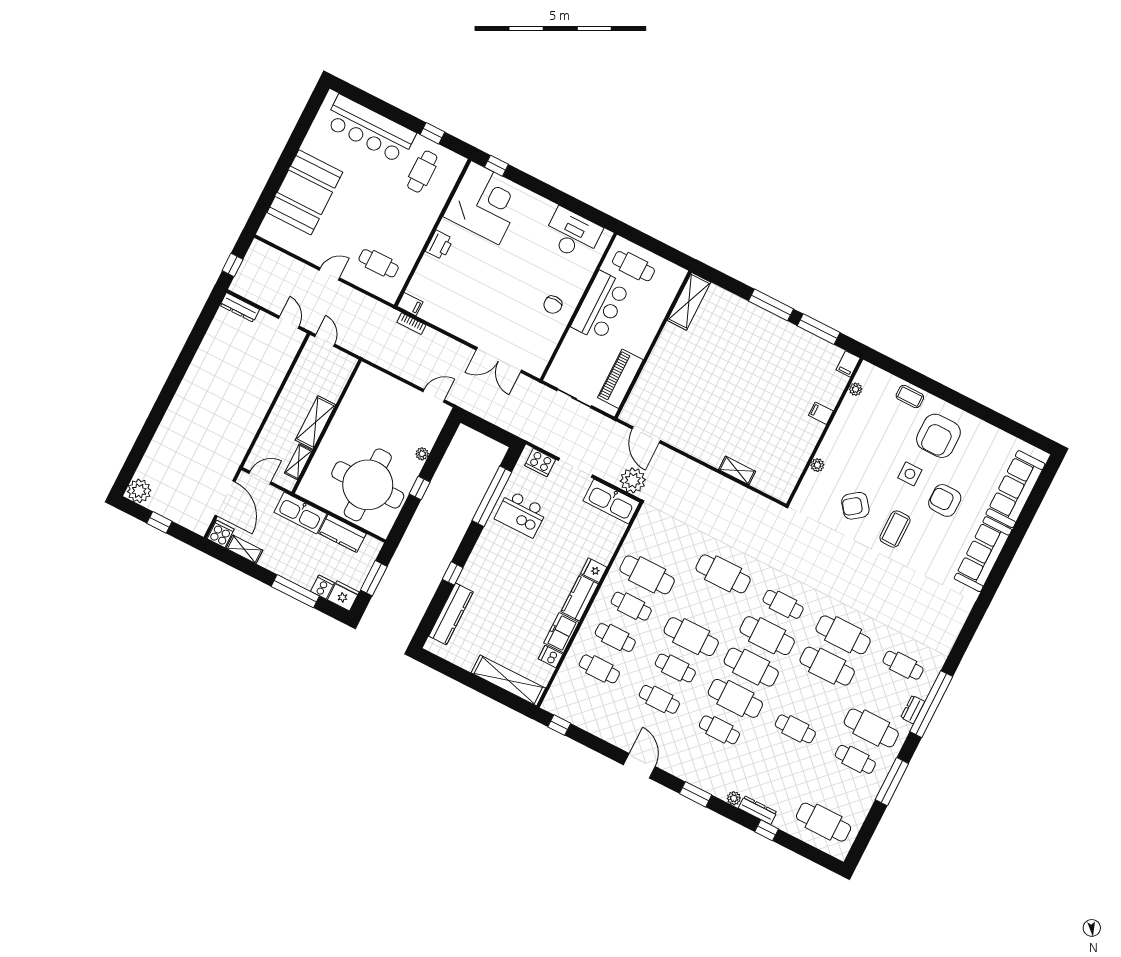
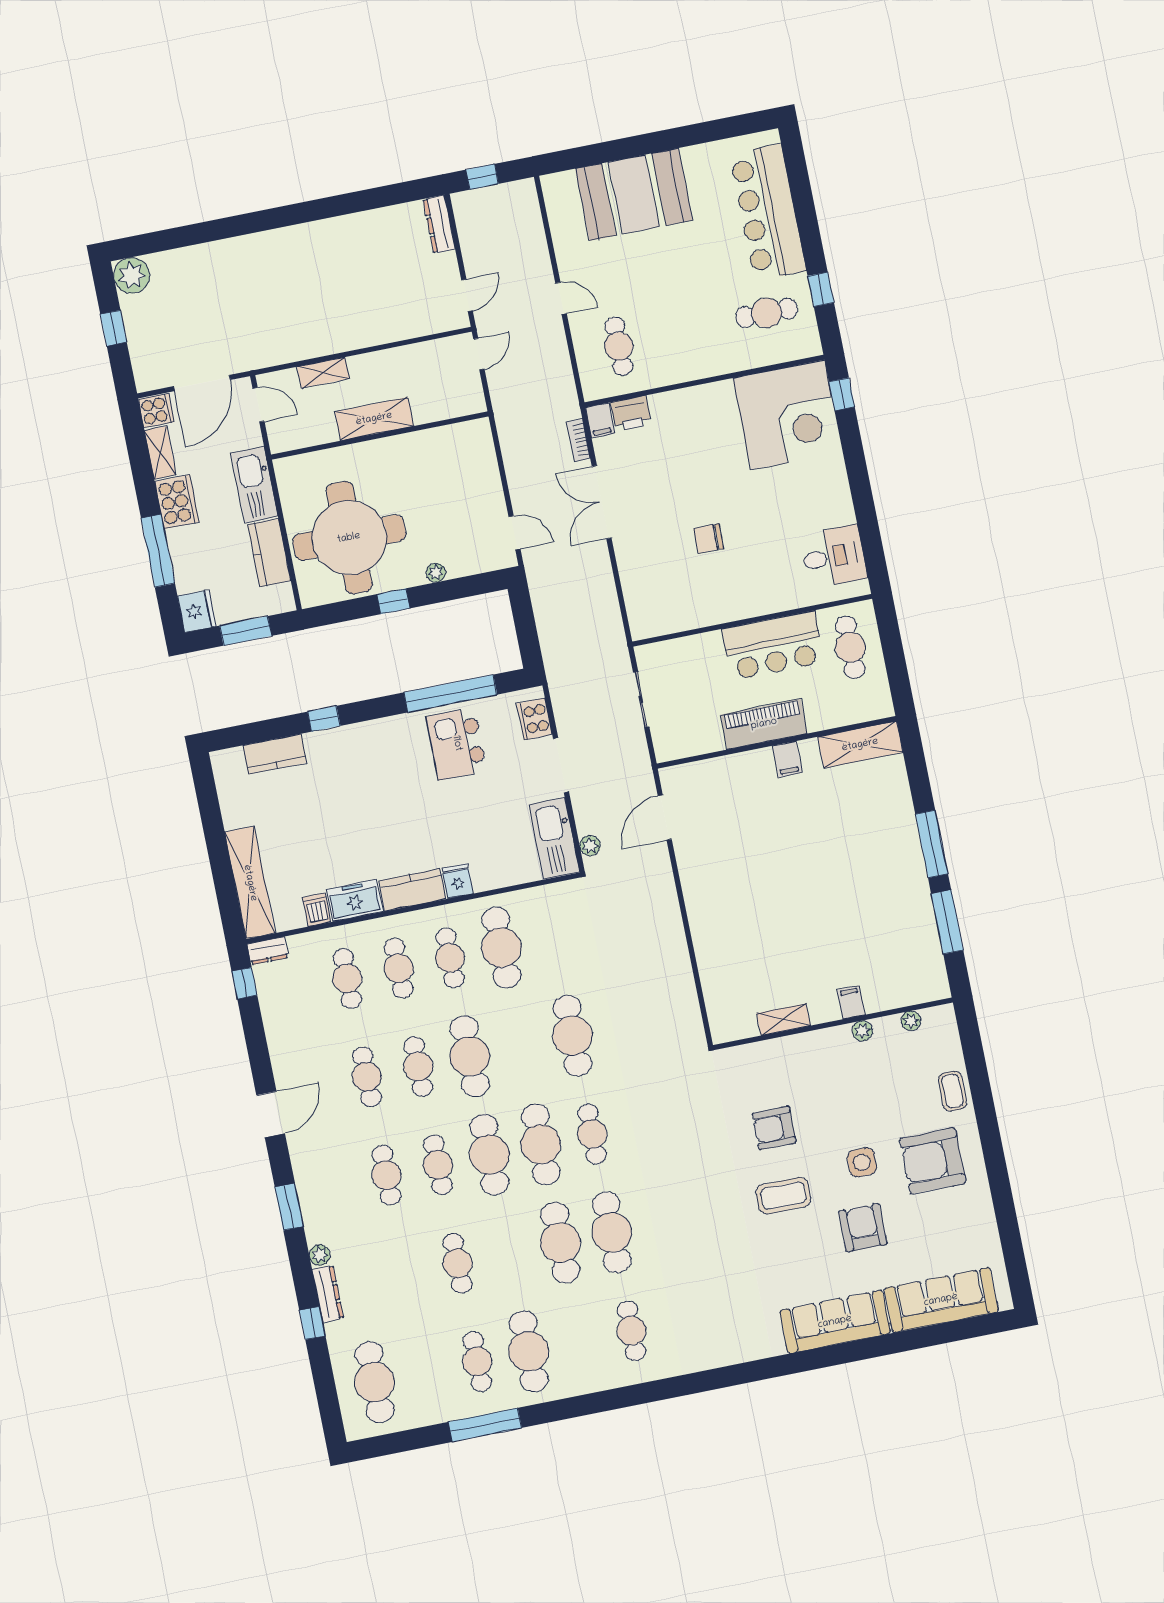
desk: (572, 234) -> (833, 557), width x0.73
printer: (439, 245) -> (631, 414), moved
chair: (553, 305) -> (708, 539), moved
double door: (499, 360) -> (602, 502), moved
filing cabinet: (848, 364) -> (787, 759), moved, turned -90
piano: (620, 379) -> (764, 724), moved
shelving: (298, 462) -> (323, 373), moved
plant: (817, 465) -> (862, 1031), moved
shelving: (737, 470) -> (784, 1019), moved, turned 90
plant: (633, 480) -> (590, 846), width x0.53, depth x0.53
armchair: (855, 506) -> (774, 1128), turned -53
cooker: (322, 587) -> (177, 502), moved, width x1.87, depth x1.31
kitchen counter: (451, 614) -> (275, 754), width x0.67
cafe table: (735, 698) -> (438, 1165), width x0.73, depth x0.74
window: (931, 704) -> (612, 1400), removed
dresser: (913, 710) -> (268, 951), moved, turned 180

